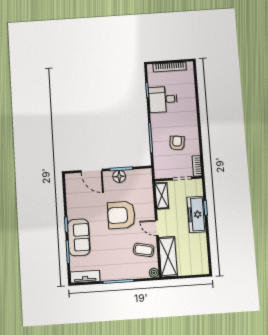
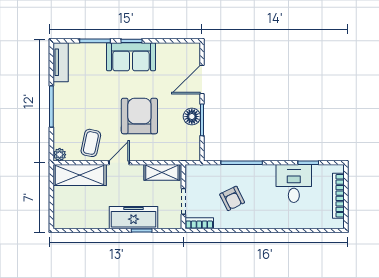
armchair: (177, 143) -> (232, 198), turned 58
sofa: (79, 237) -> (131, 57), moved

